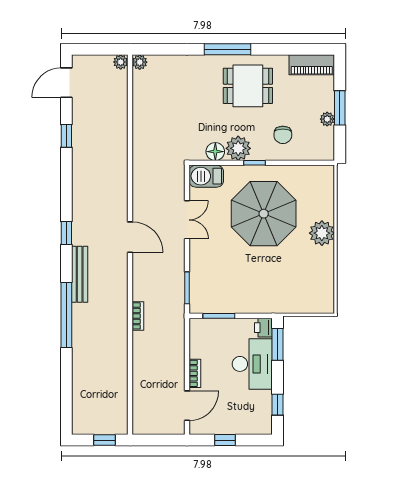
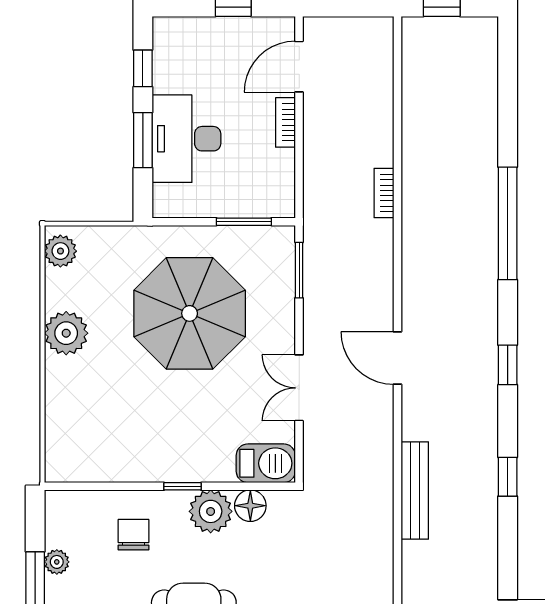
window: (66, 136) -> (508, 477), moved
parasol: (264, 214) -> (190, 313), moved
plant: (322, 233) -> (66, 333), moved
bench: (80, 274) -> (415, 491), moved
plant: (325, 299) -> (60, 251), added
bookcase: (138, 316) -> (384, 193), moved
printer: (263, 328) -> (167, 201), removed
window: (277, 344) -> (143, 140), moved

